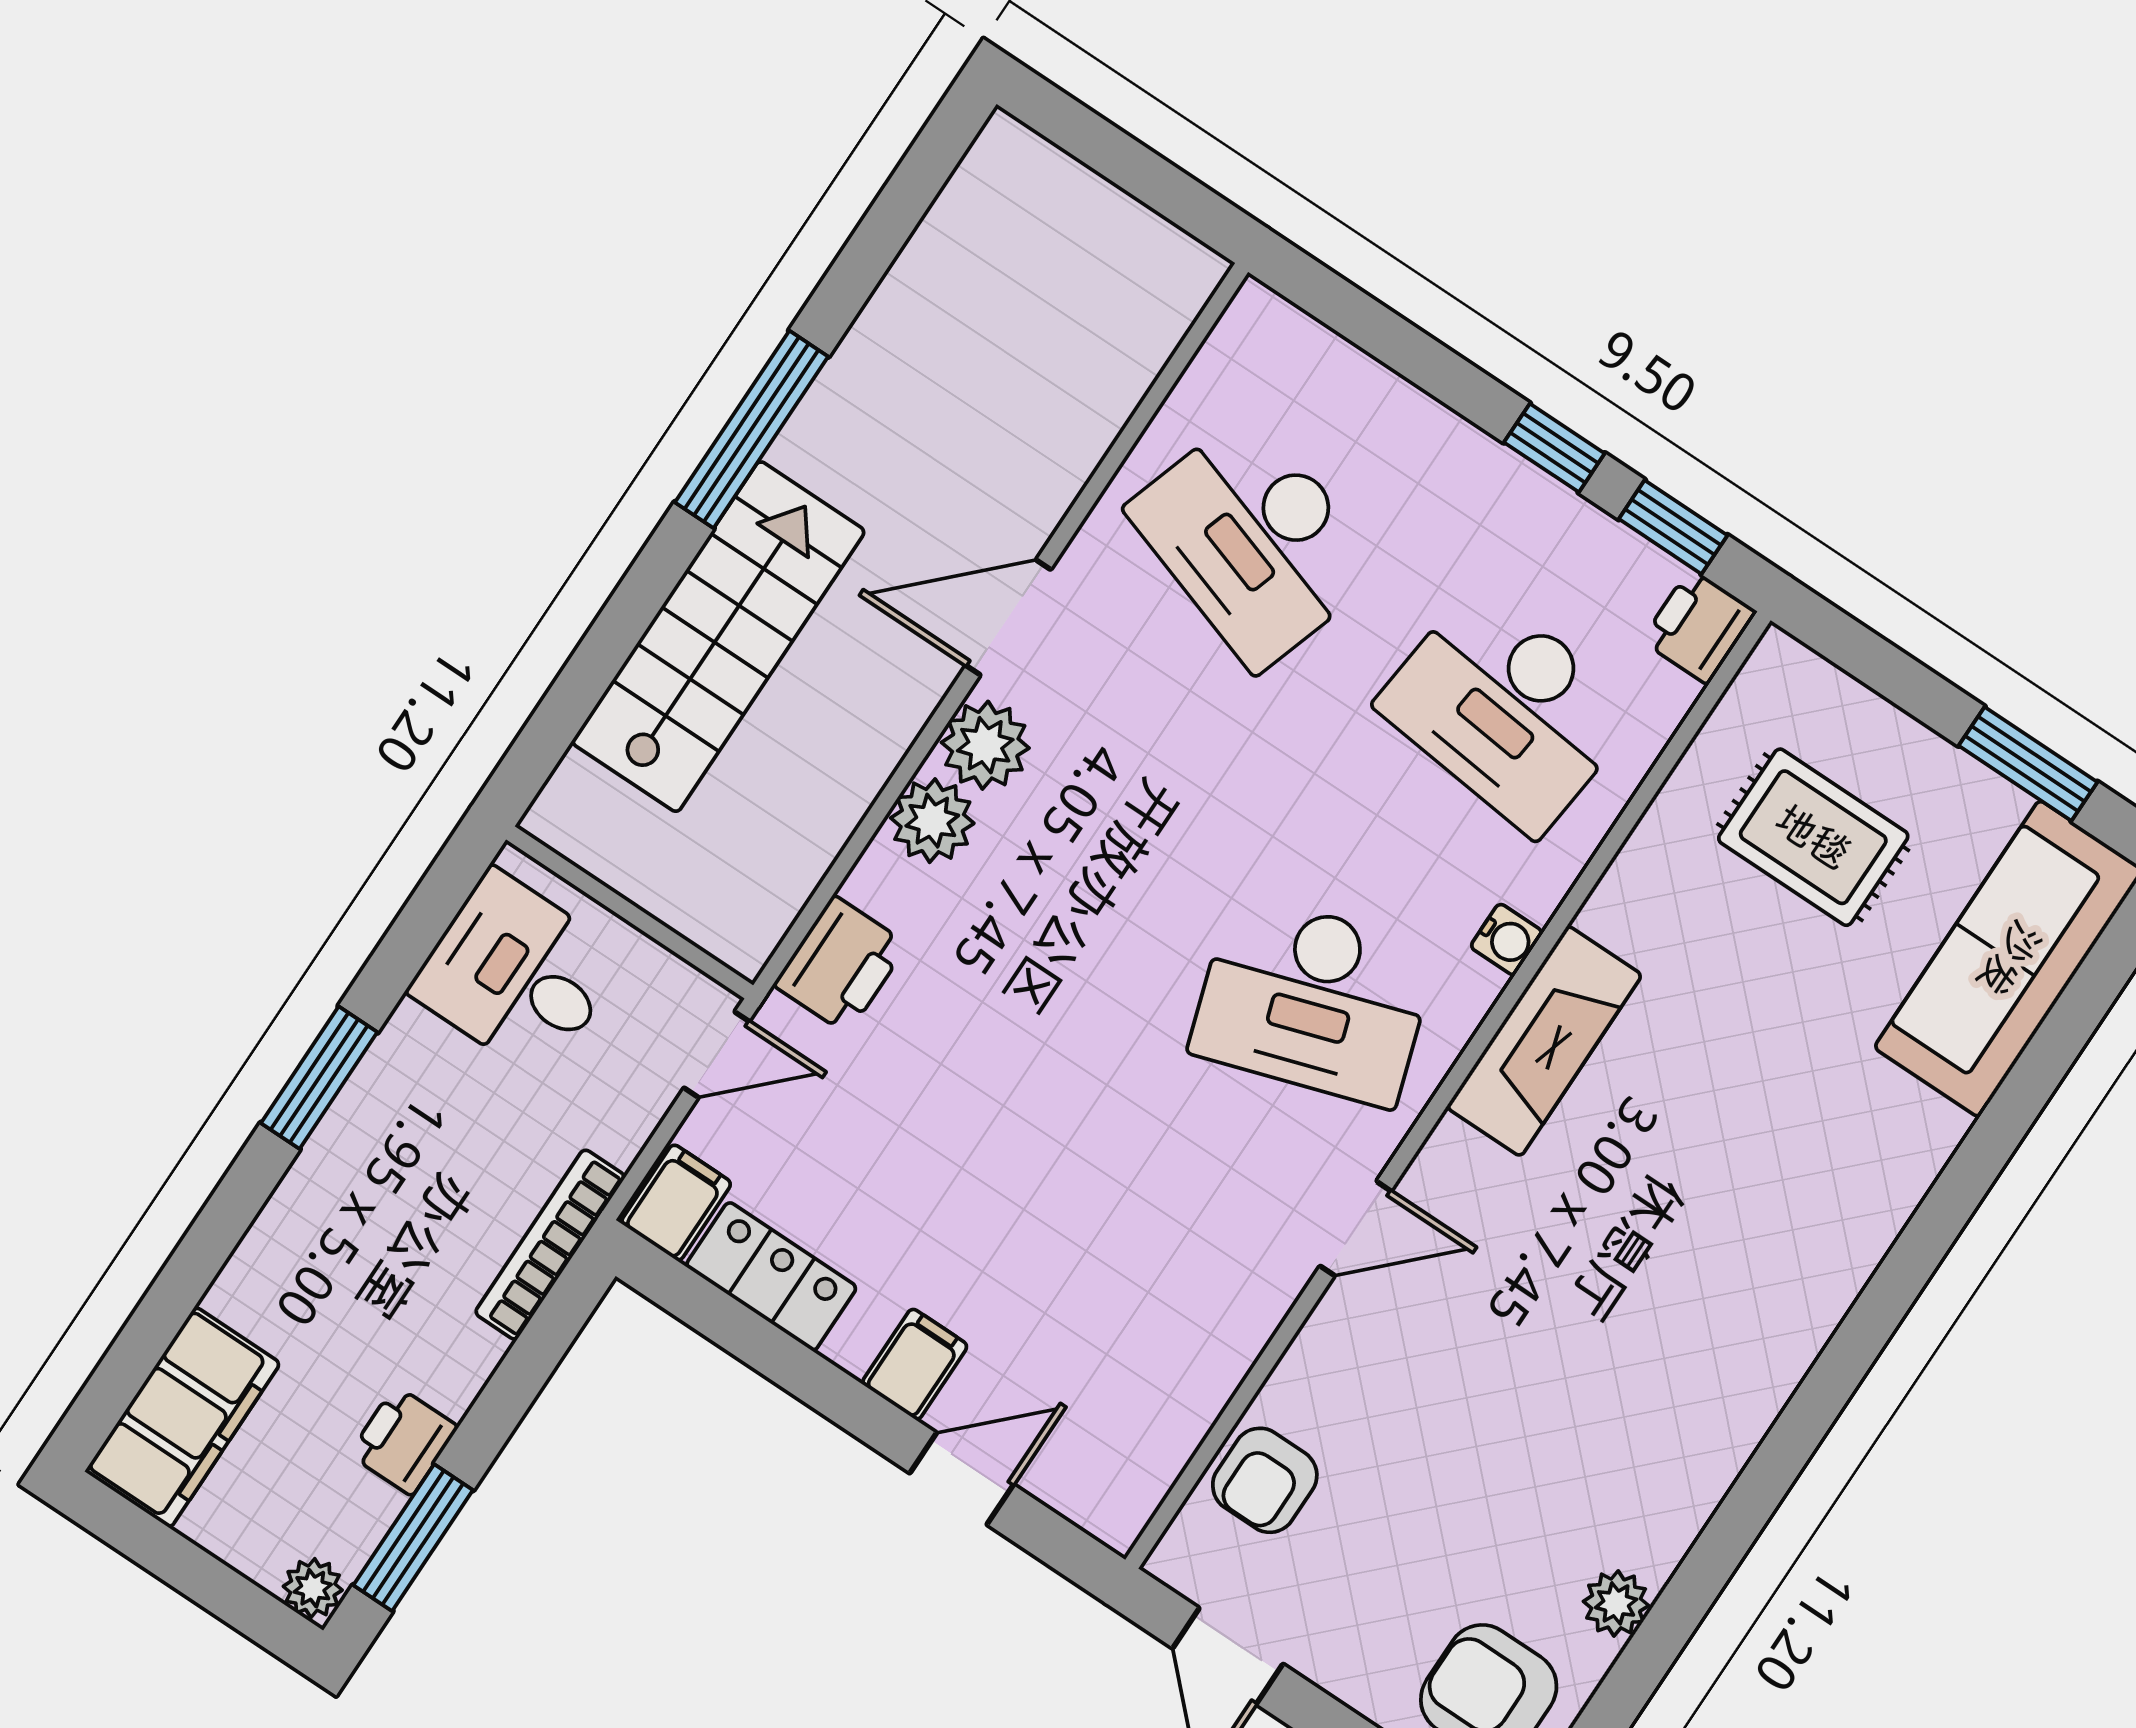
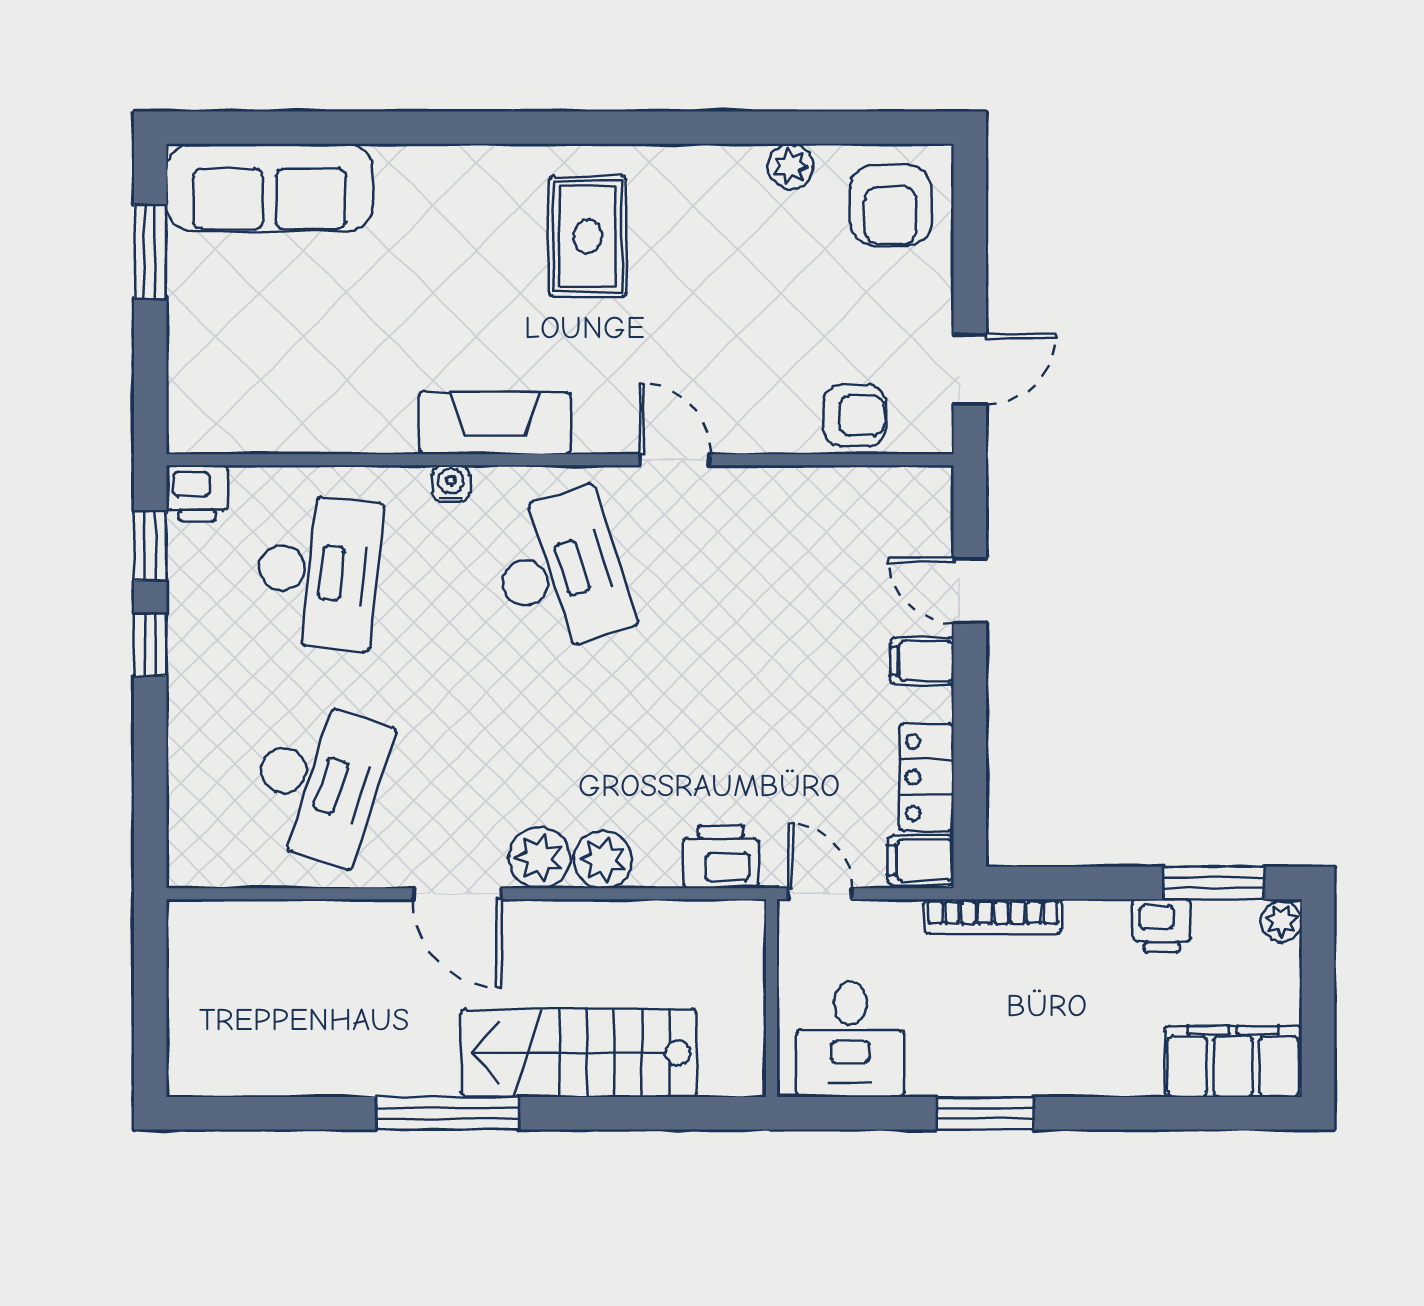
rug: (1813, 837) -> (588, 236), moved

